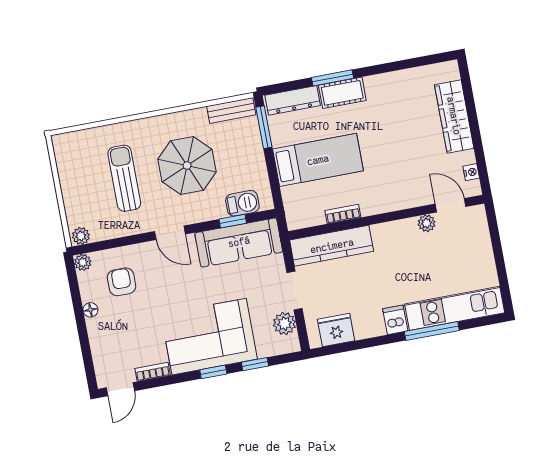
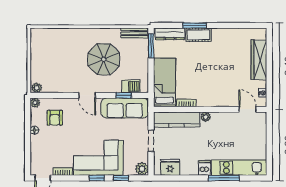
bed: (318, 160) -> (164, 82), moved, turned -90
sun lounger: (124, 178) -> (67, 60), removed
plant: (427, 223) -> (206, 117), moved
armchair: (122, 282) -> (55, 118), turned 180
plant: (284, 324) -> (142, 169), moved

